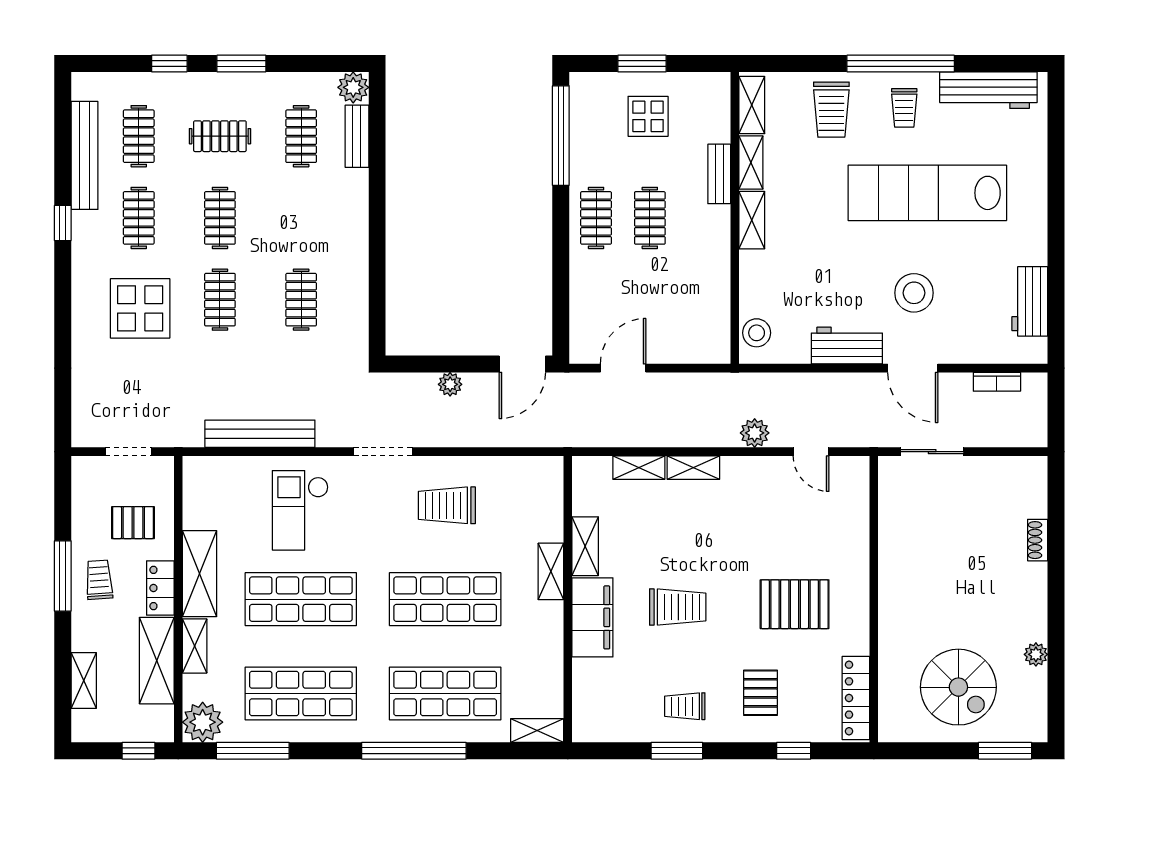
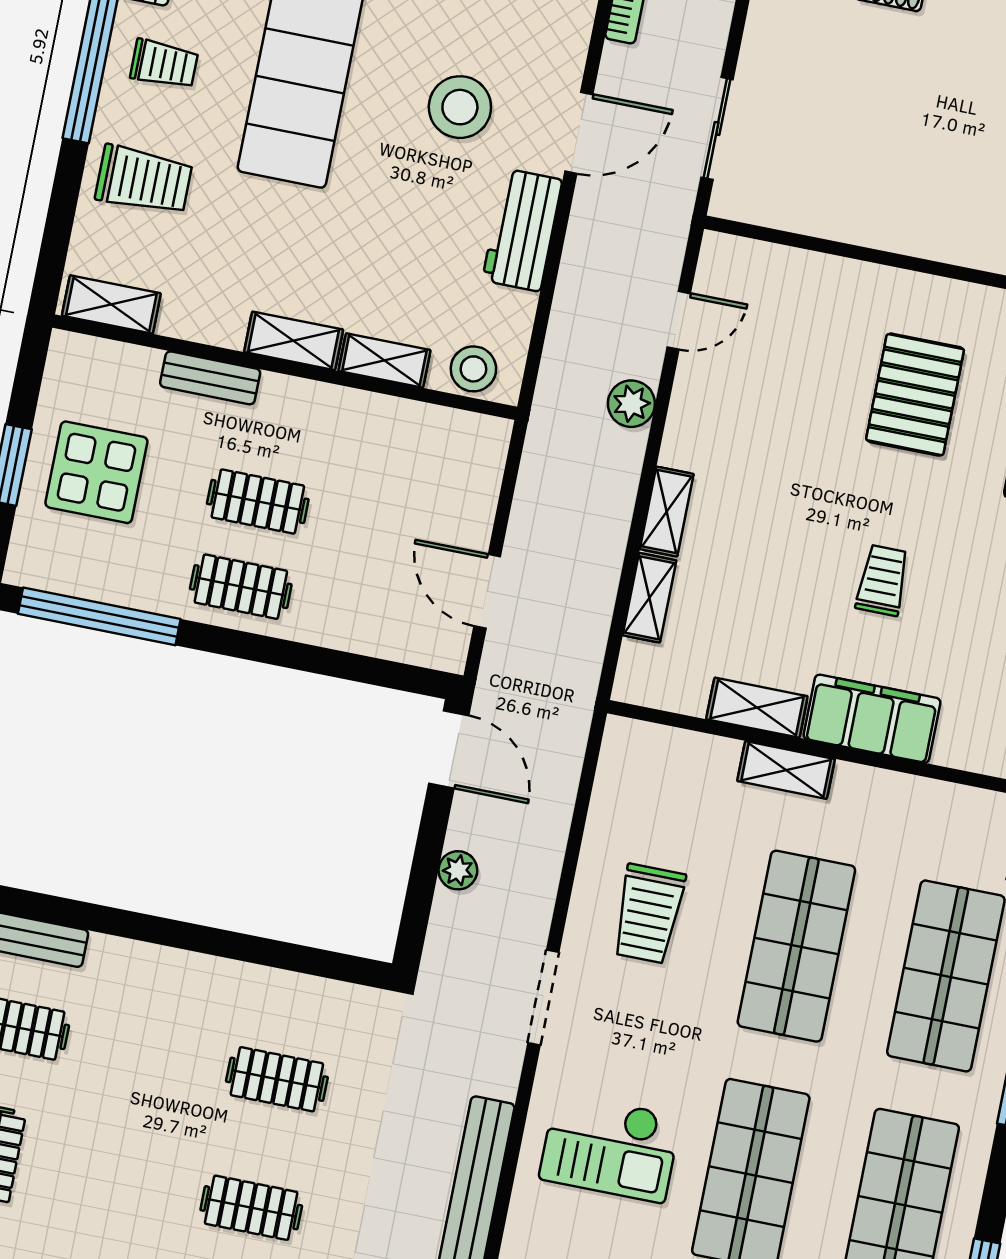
display table: (648, 116) -> (96, 472), width x1.36, depth x1.36
shelving: (751, 163) -> (384, 360), moved
clothes rail: (220, 218) -> (122, 1182), removed
trolley: (678, 607) -> (883, 580), width x0.73, depth x0.72

